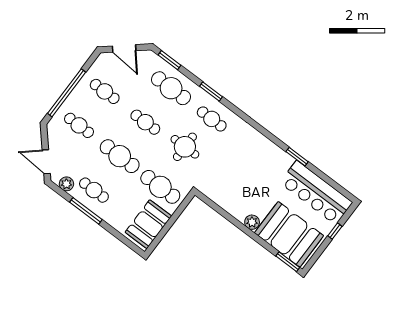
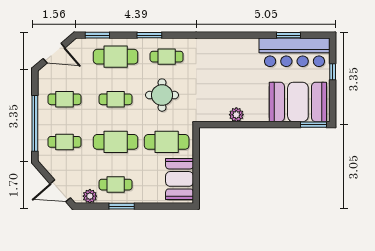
window: (297, 157) -> (289, 35), moved
window: (86, 211) -> (122, 206), width x0.69
plant: (252, 222) -> (236, 115), moved

